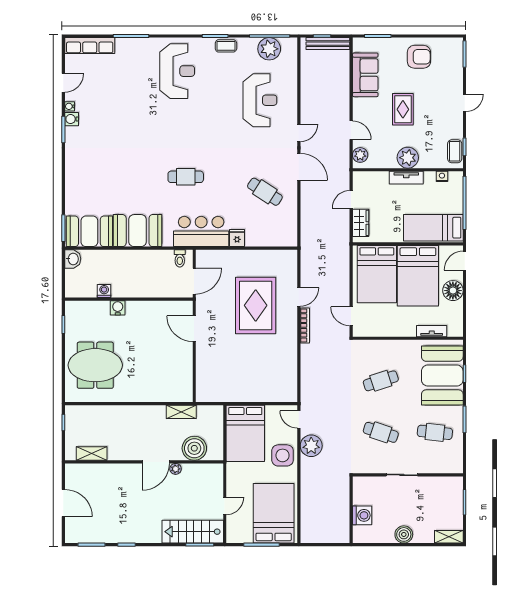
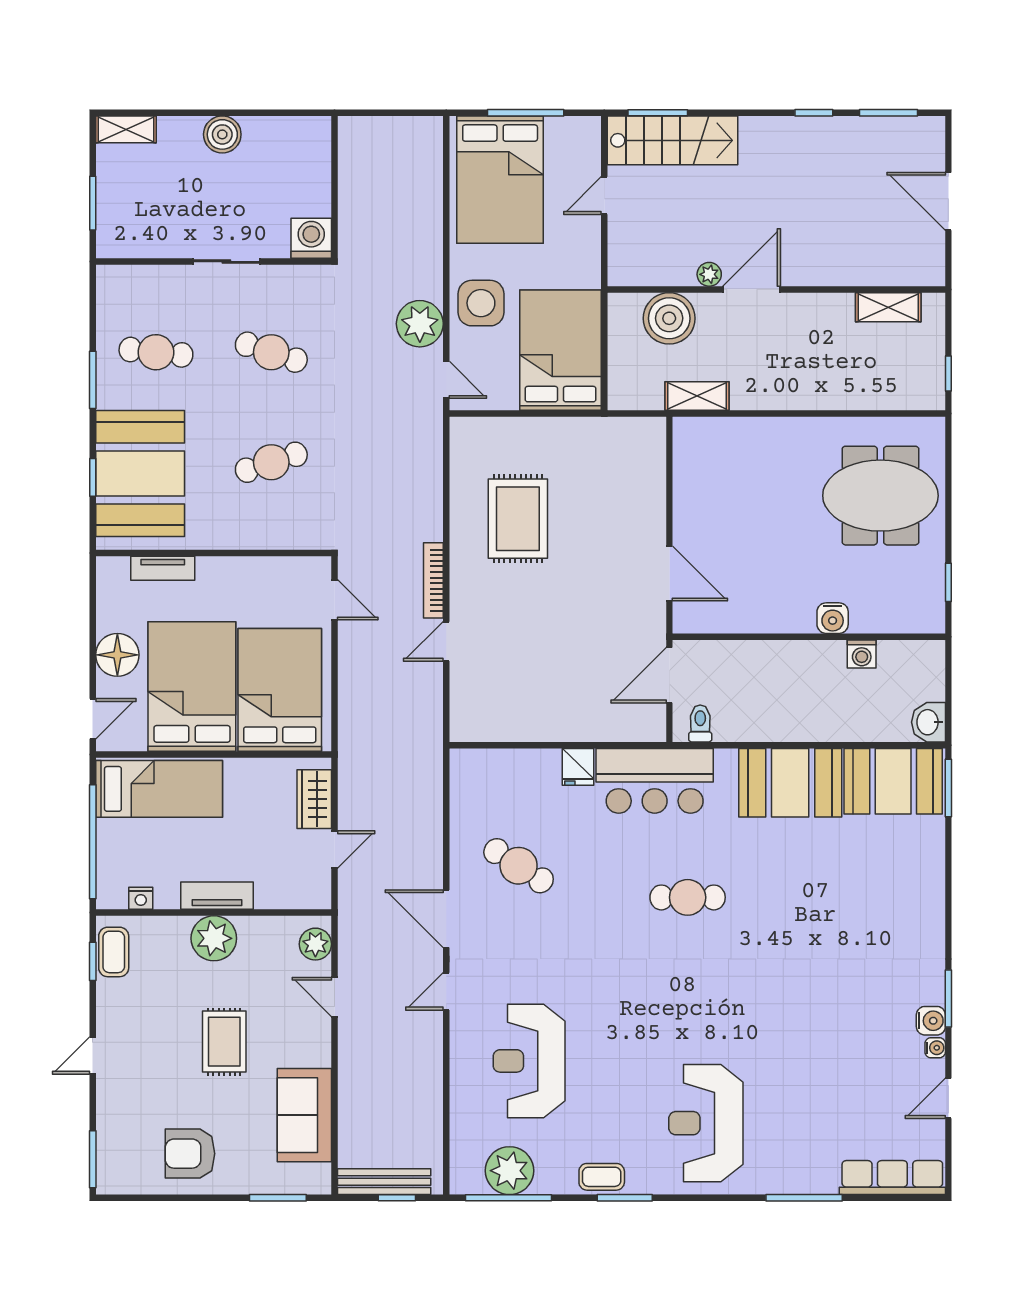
rug: (256, 305) -> (518, 519), moved, width x0.73, depth x0.69
washing machine: (362, 515) -> (311, 238), moved, turned 90

